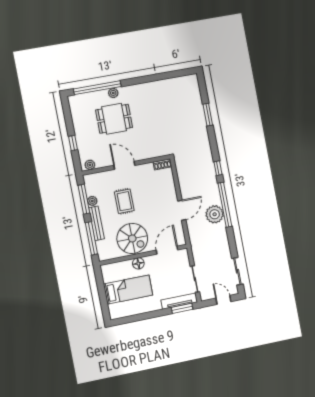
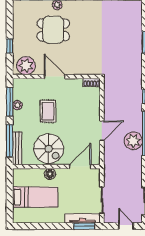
plant: (90, 165) -> (26, 66), width x1.87, depth x1.87
bench: (96, 223) -> (17, 148), moved

